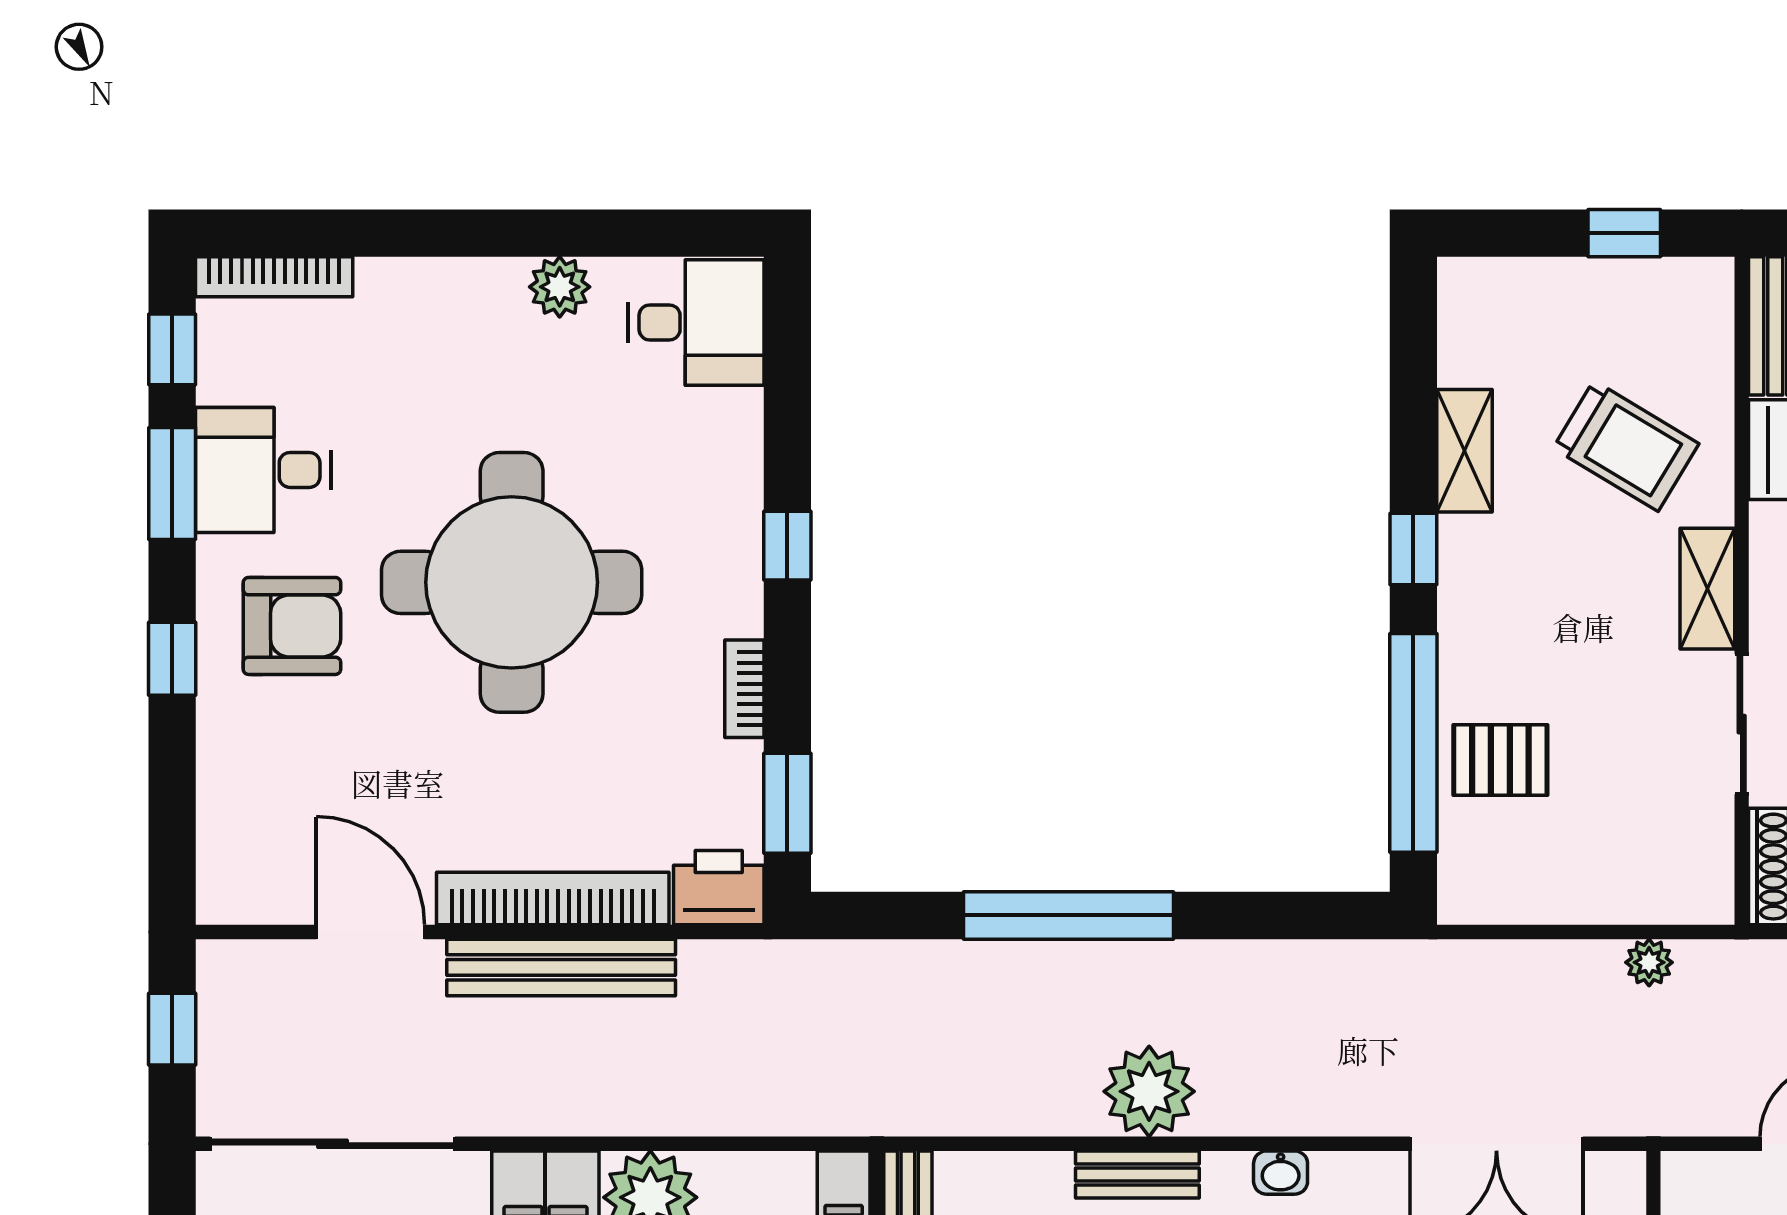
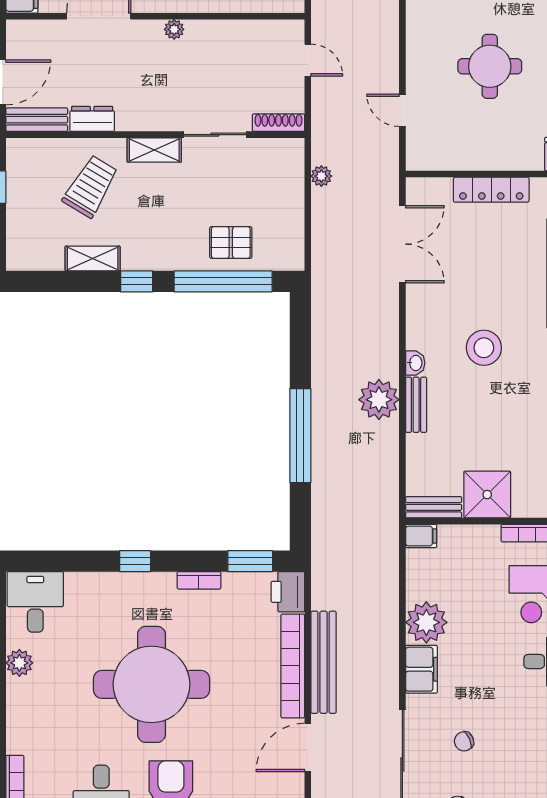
pallet: (1500, 760) -> (231, 242), turned 90
washbasin: (1281, 1173) -> (415, 363), moved

